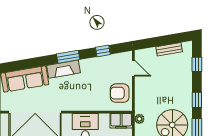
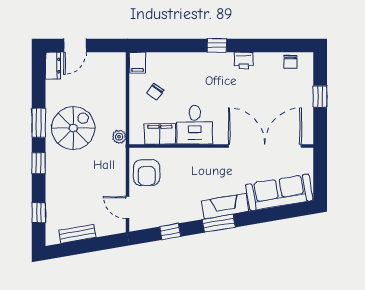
armchair: (120, 93) -> (147, 173), turned 90
filing cabinet: (121, 121) -> (160, 134), moved

